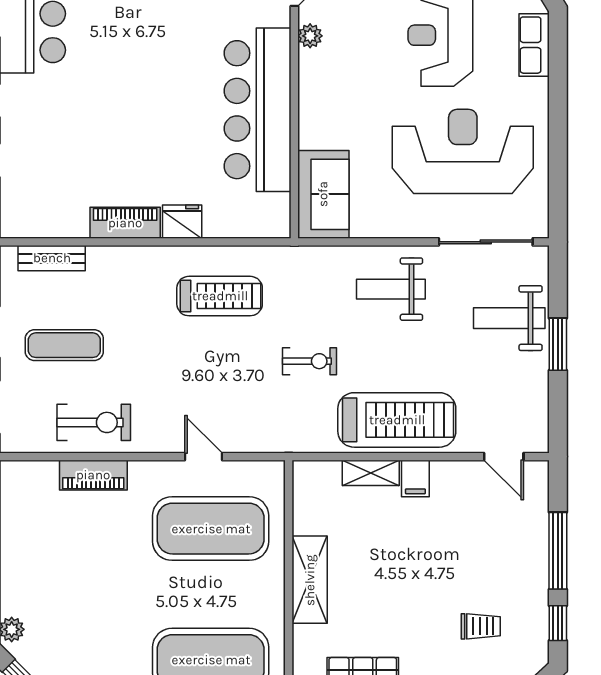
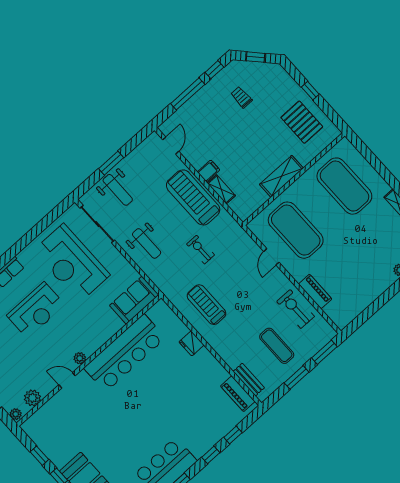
piano: (125, 223) -> (238, 394), moved

